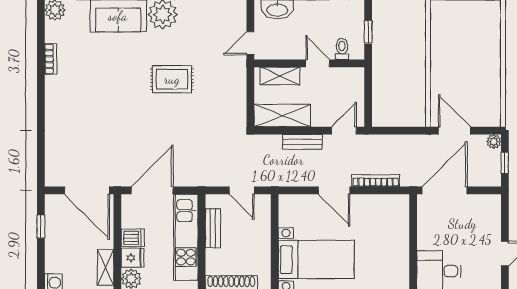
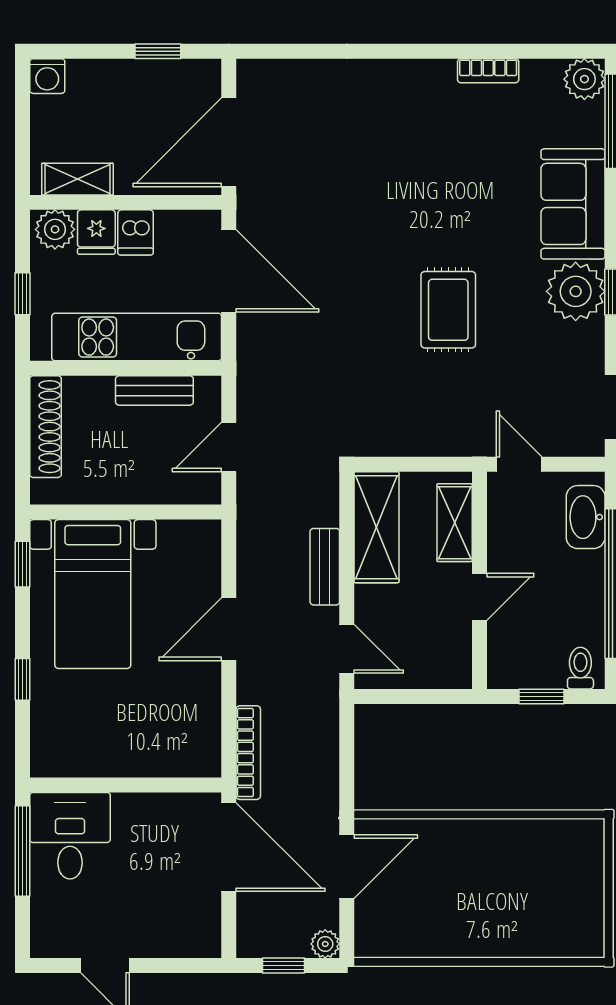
toilet: (342, 49) -> (580, 668), moved, turned -90
bookcase: (376, 181) -> (248, 753), moved

